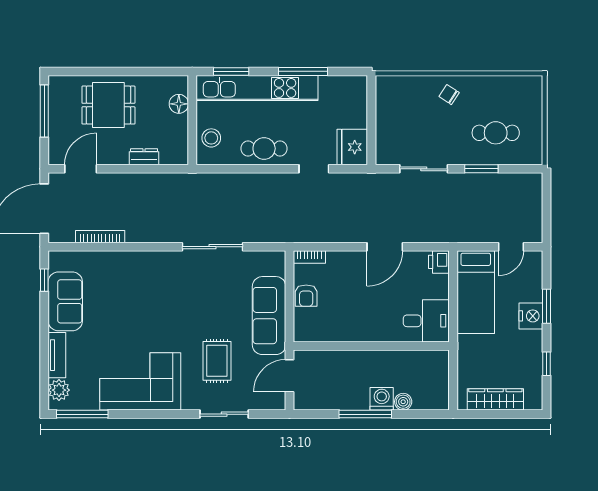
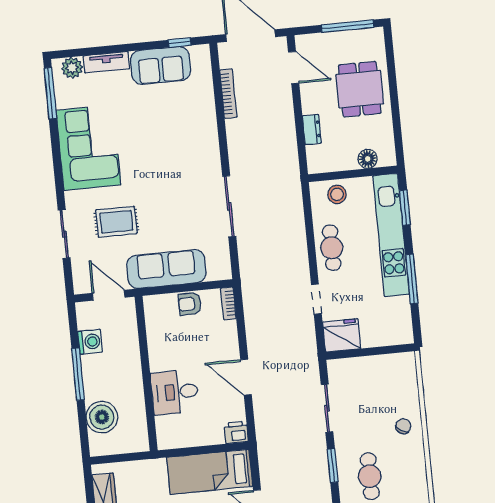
desk: (426, 321) -> (175, 392), moved, turned 90
washing machine: (382, 399) -> (90, 342), moved
boiler: (403, 402) -> (102, 417), width x1.86, depth x1.86

